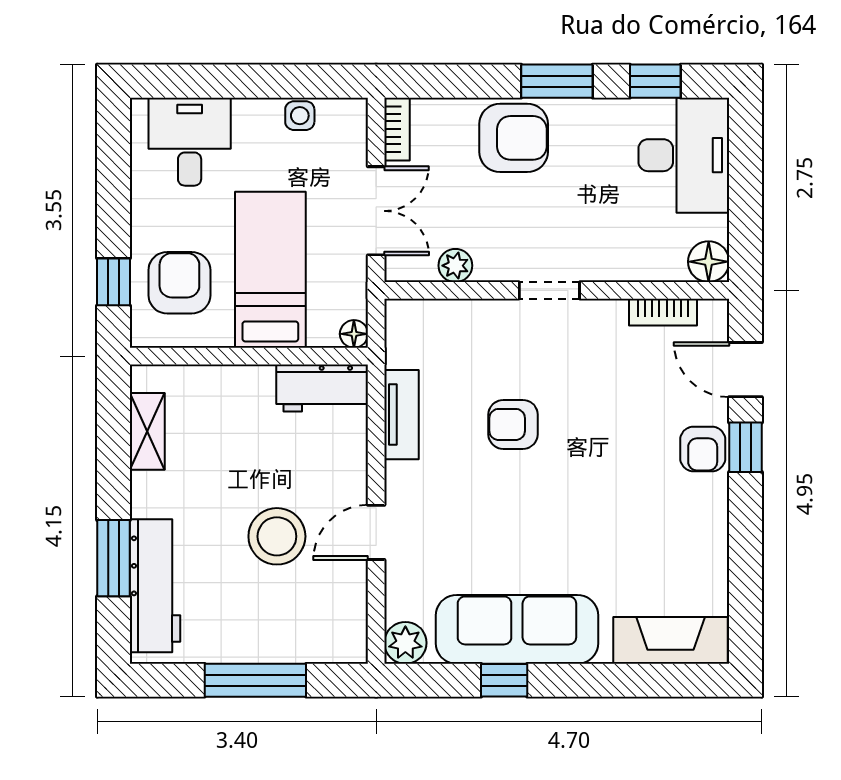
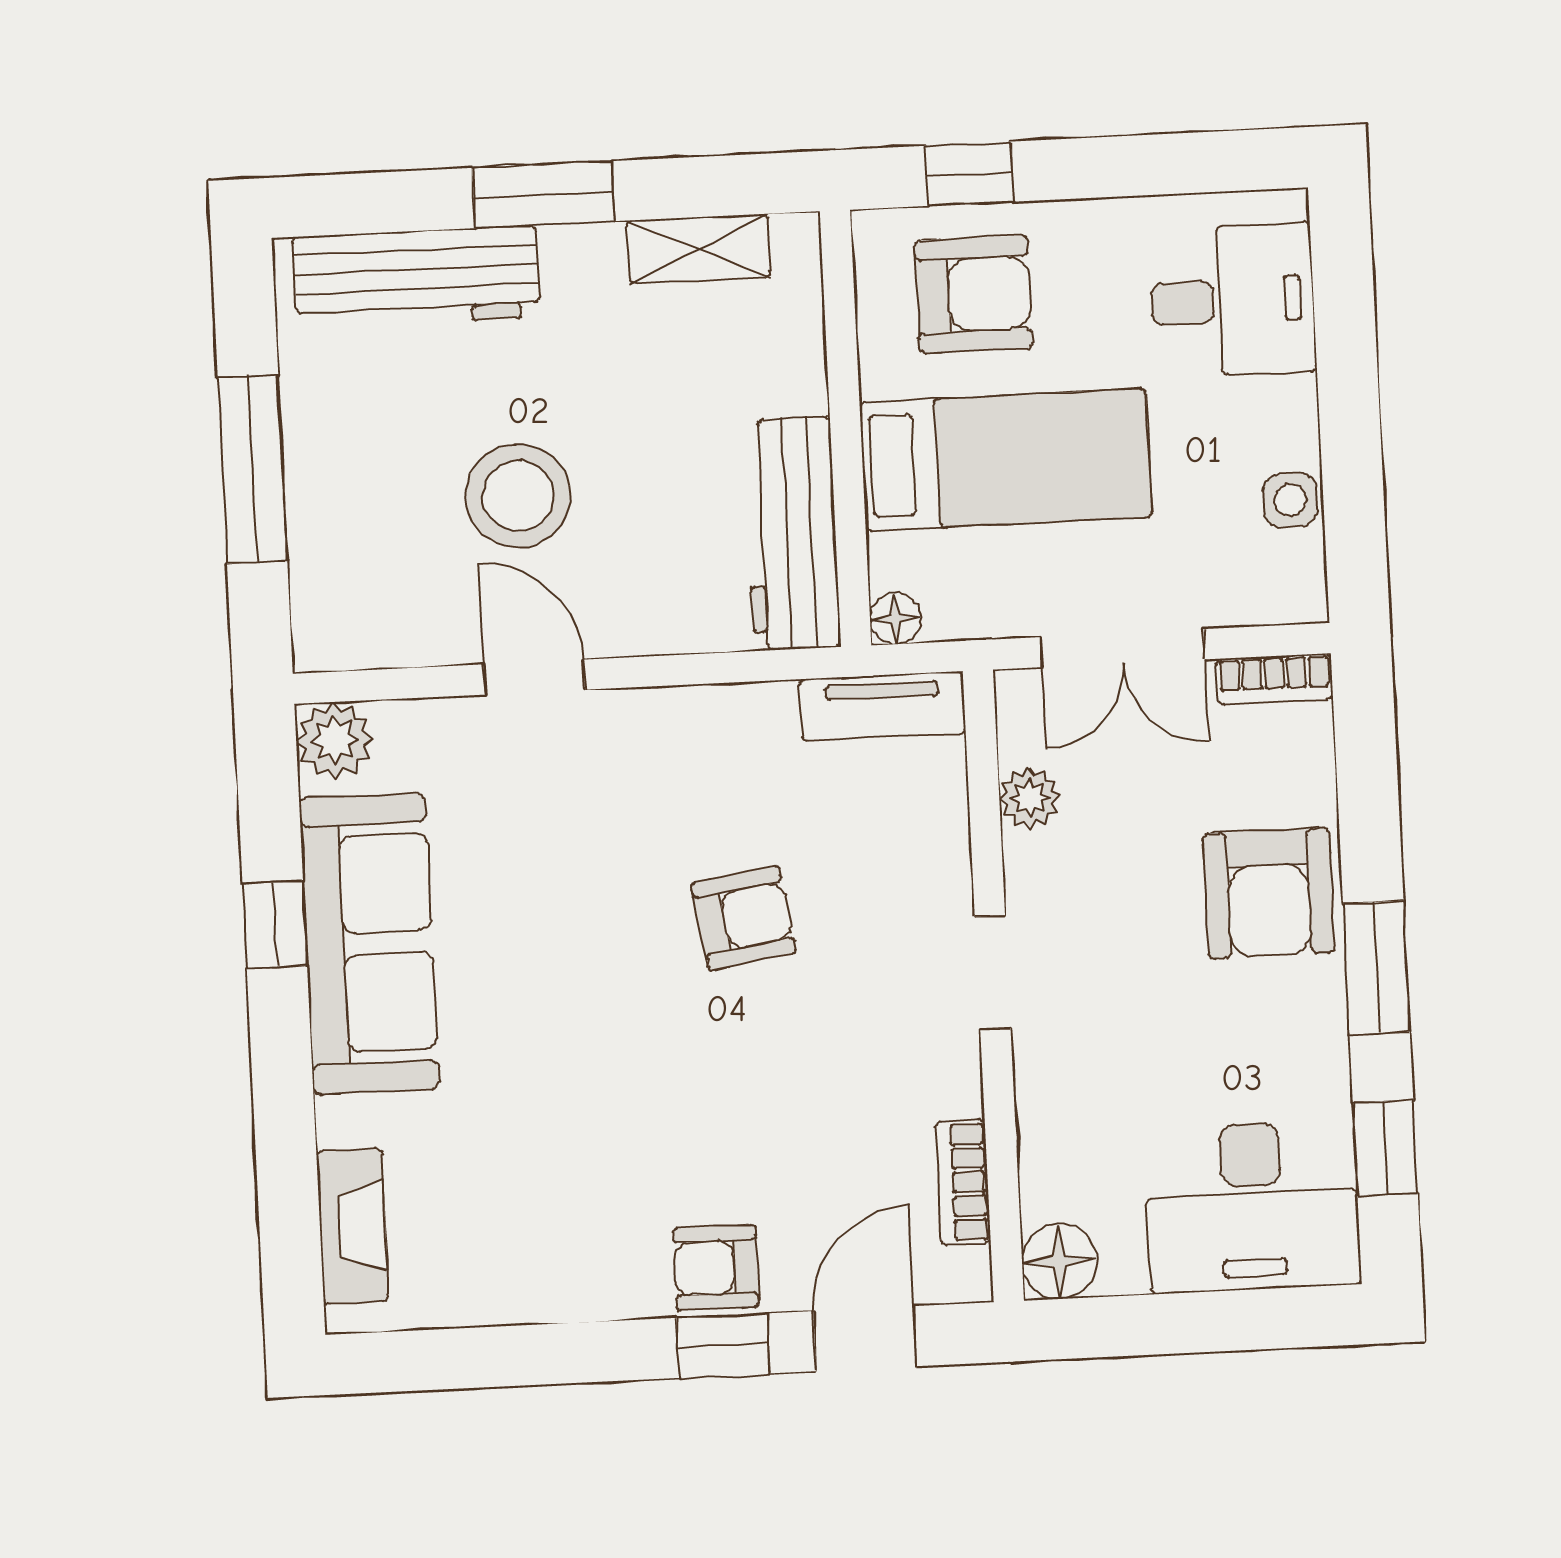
workbench: (322, 388) -> (792, 534), width x1.38
tv unit: (401, 415) -> (882, 706), moved
armchair: (513, 424) -> (744, 918), turned 81
window: (114, 558) -> (543, 195), moved
fireplace: (671, 640) -> (352, 1226), width x0.73, depth x0.76

